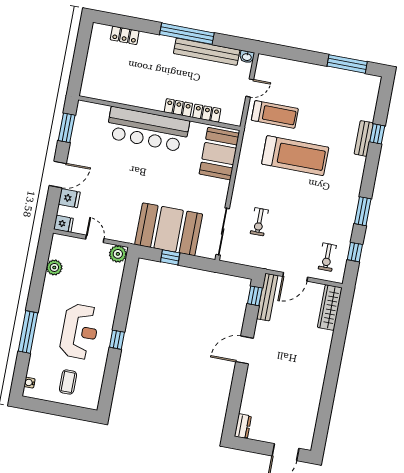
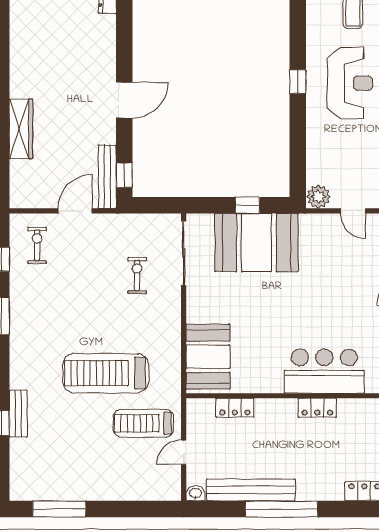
locker: (178, 108) -> (317, 408), moved
bar counter: (148, 129) -> (324, 371), width x0.73
wardrobe: (330, 307) -> (21, 129), moved
reception desk: (80, 331) -> (350, 83), turned 180

